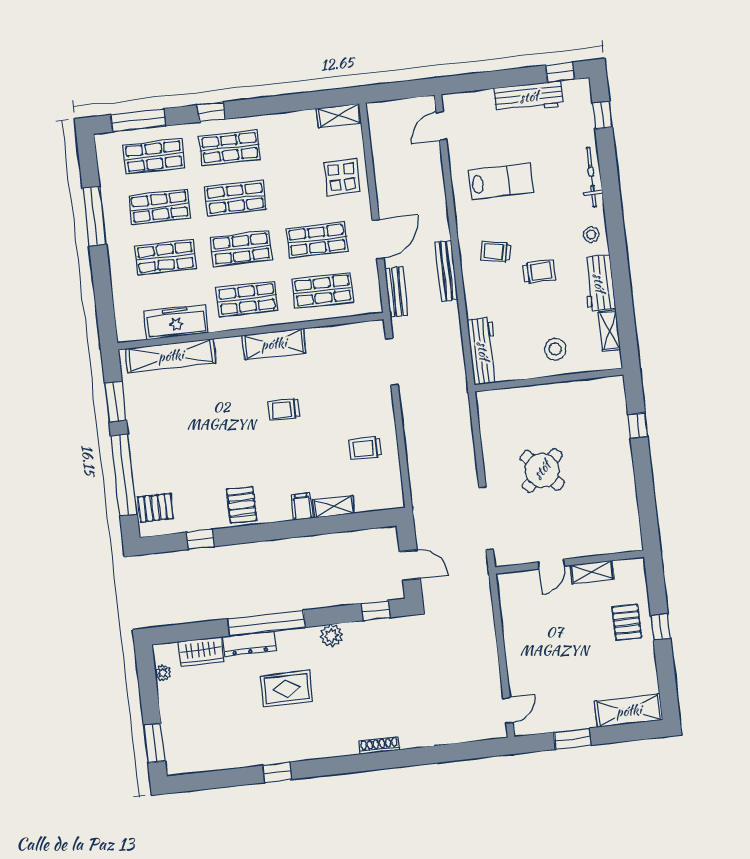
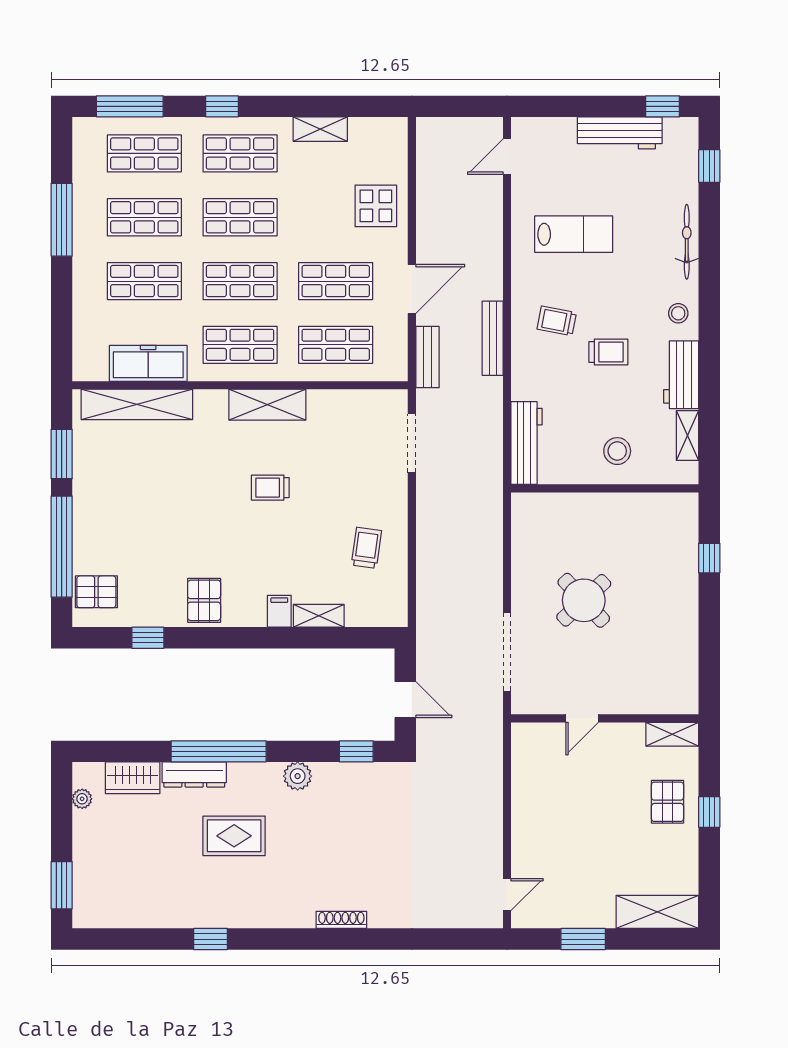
shelving: (339, 116) -> (320, 129), moved
trolley: (365, 448) -> (366, 548), turned 98
shelving: (592, 572) -> (672, 734), moved

